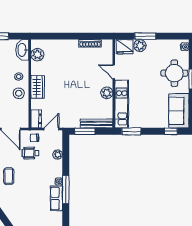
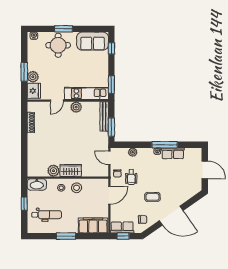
plant: (37, 55) -> (53, 171), moved
dresser: (36, 119) -> (100, 172), removed

